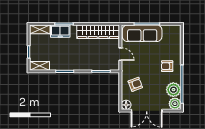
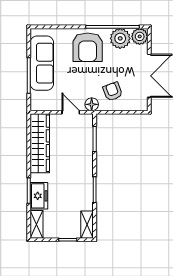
sofa: (142, 33) -> (42, 63), moved
door: (120, 54) -> (71, 112), hinge flipped
armchair: (167, 66) -> (88, 47), width x1.88, depth x1.88
floor lamp: (126, 105) -> (92, 104), moved

